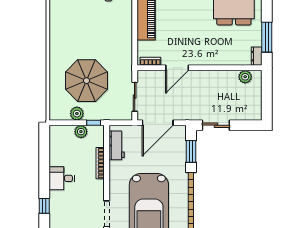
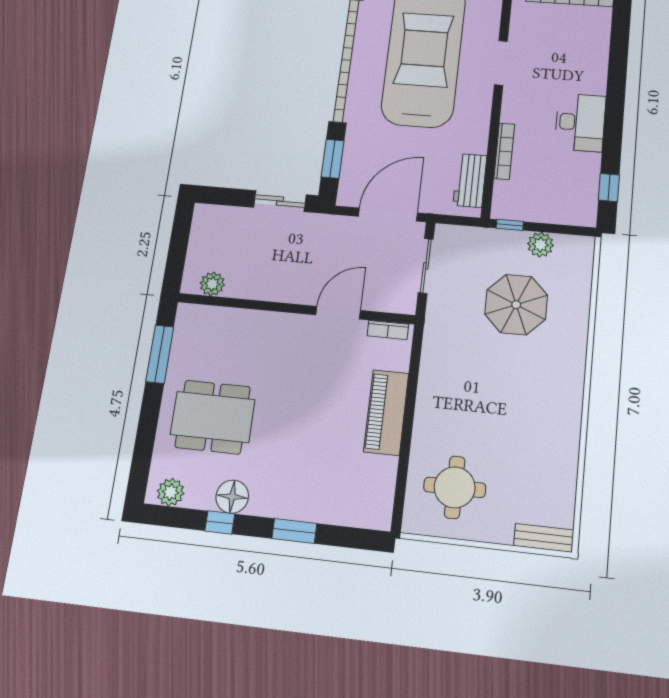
dresser: (257, 56) -> (185, 320), removed
parasol: (87, 81) -> (516, 305), width x0.73, depth x0.73
plant: (81, 132) -> (536, 211), removed
desk: (62, 178) -> (580, 122), width x1.37
window: (44, 206) -> (609, 188), moved

